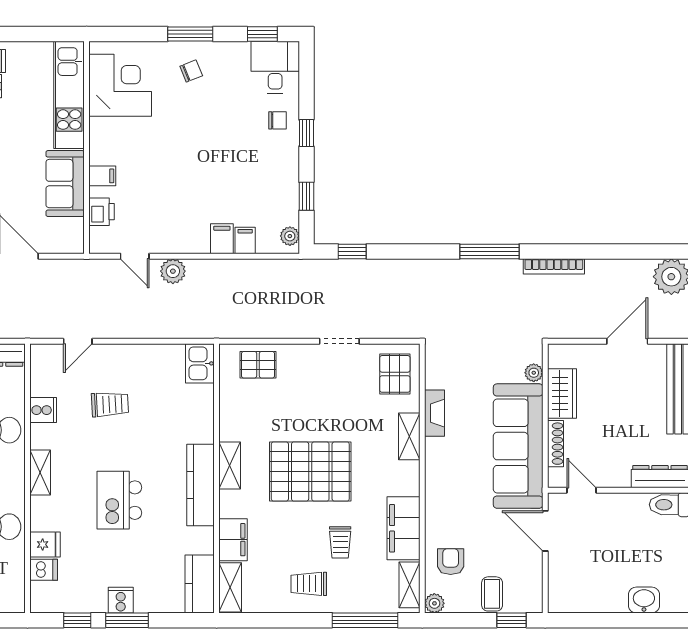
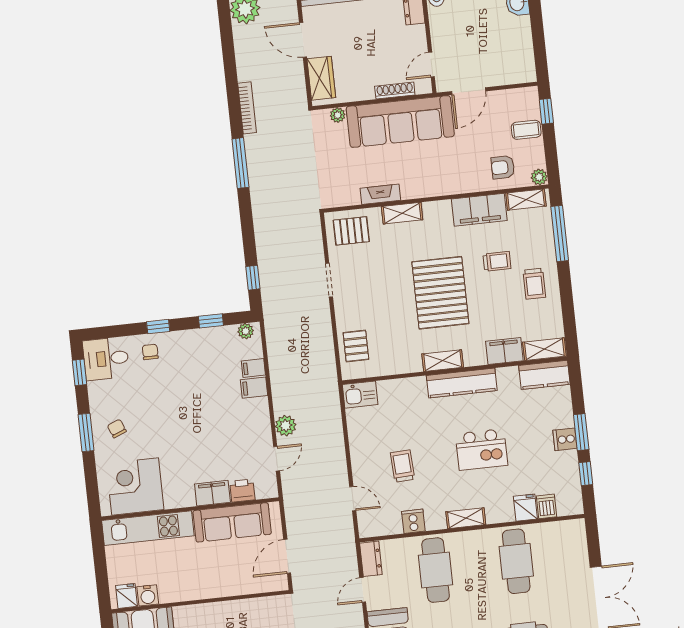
filing cabinet: (102, 176) -> (212, 493), width x2.00
sofa: (65, 184) -> (232, 522), width x1.36
wardrobe: (562, 393) -> (321, 78), moved, turned 90

